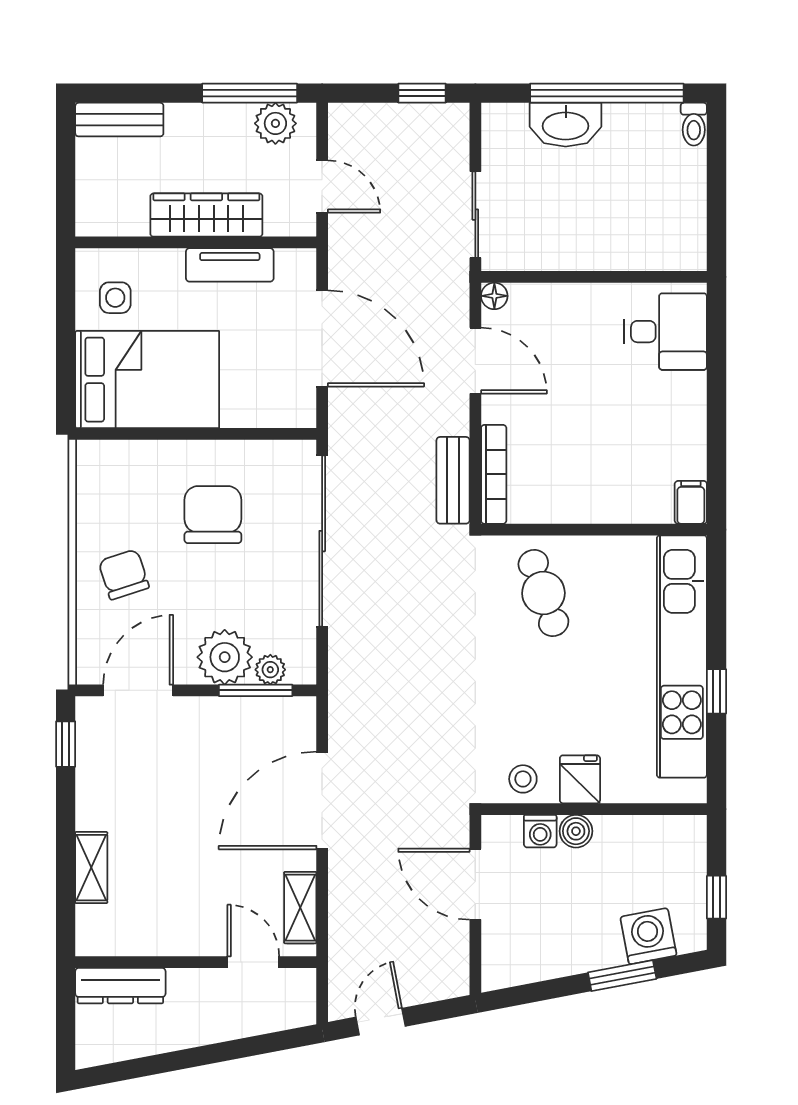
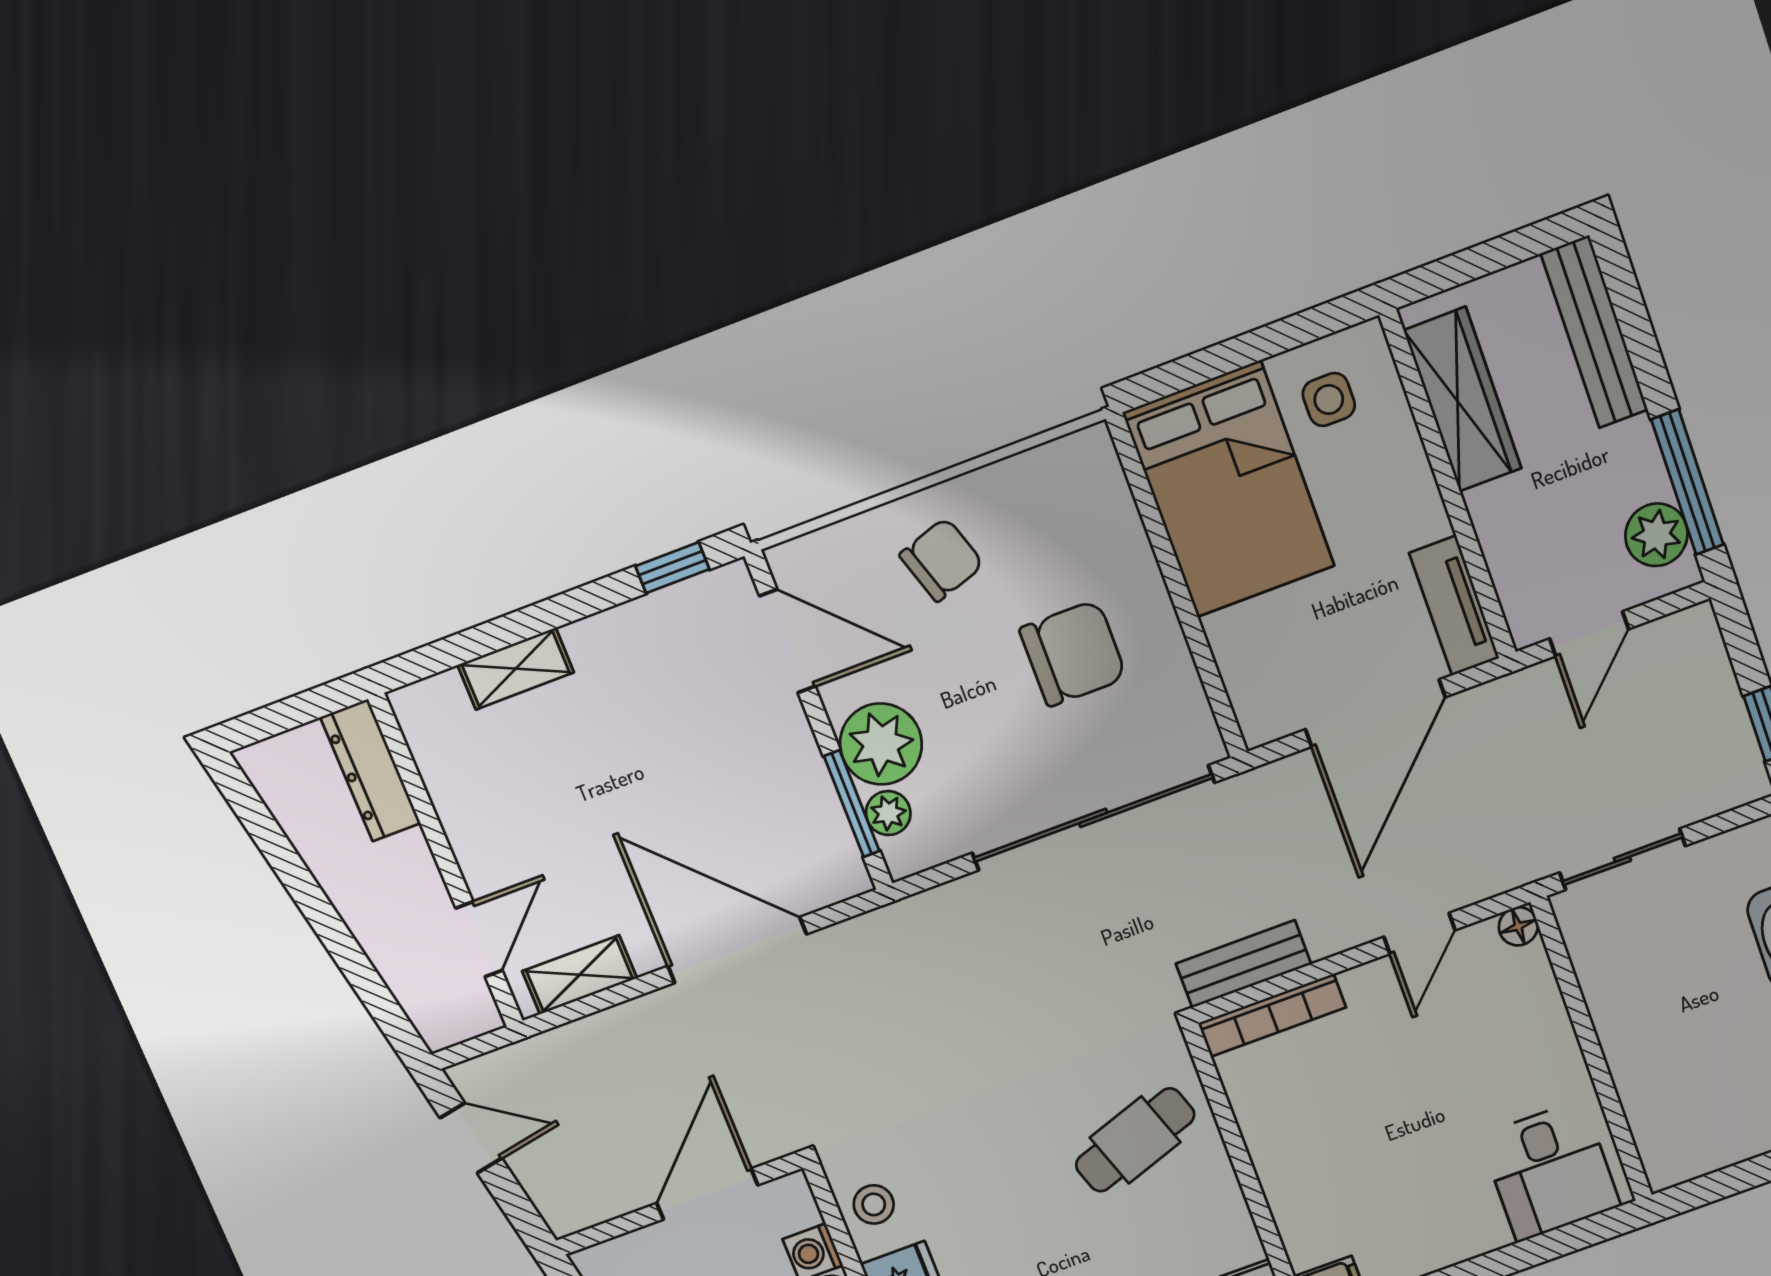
bench: (119, 120) -> (1594, 332), width x1.36
wardrobe: (206, 215) -> (1463, 399), moved
tv unit: (230, 265) -> (1454, 606), moved
door: (475, 361) -> (1420, 934), width x0.73

